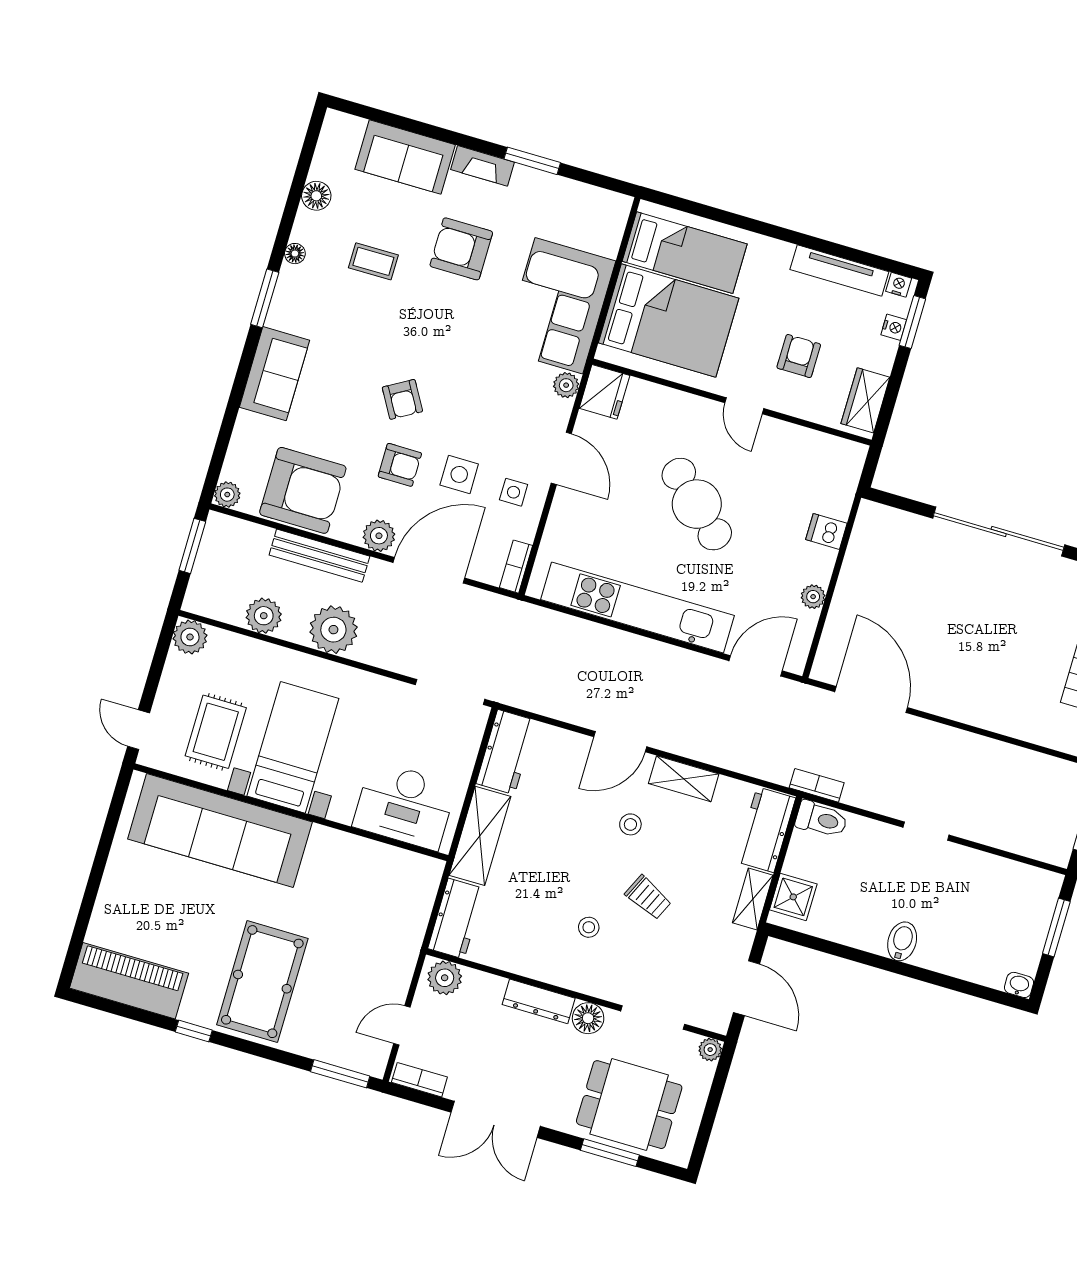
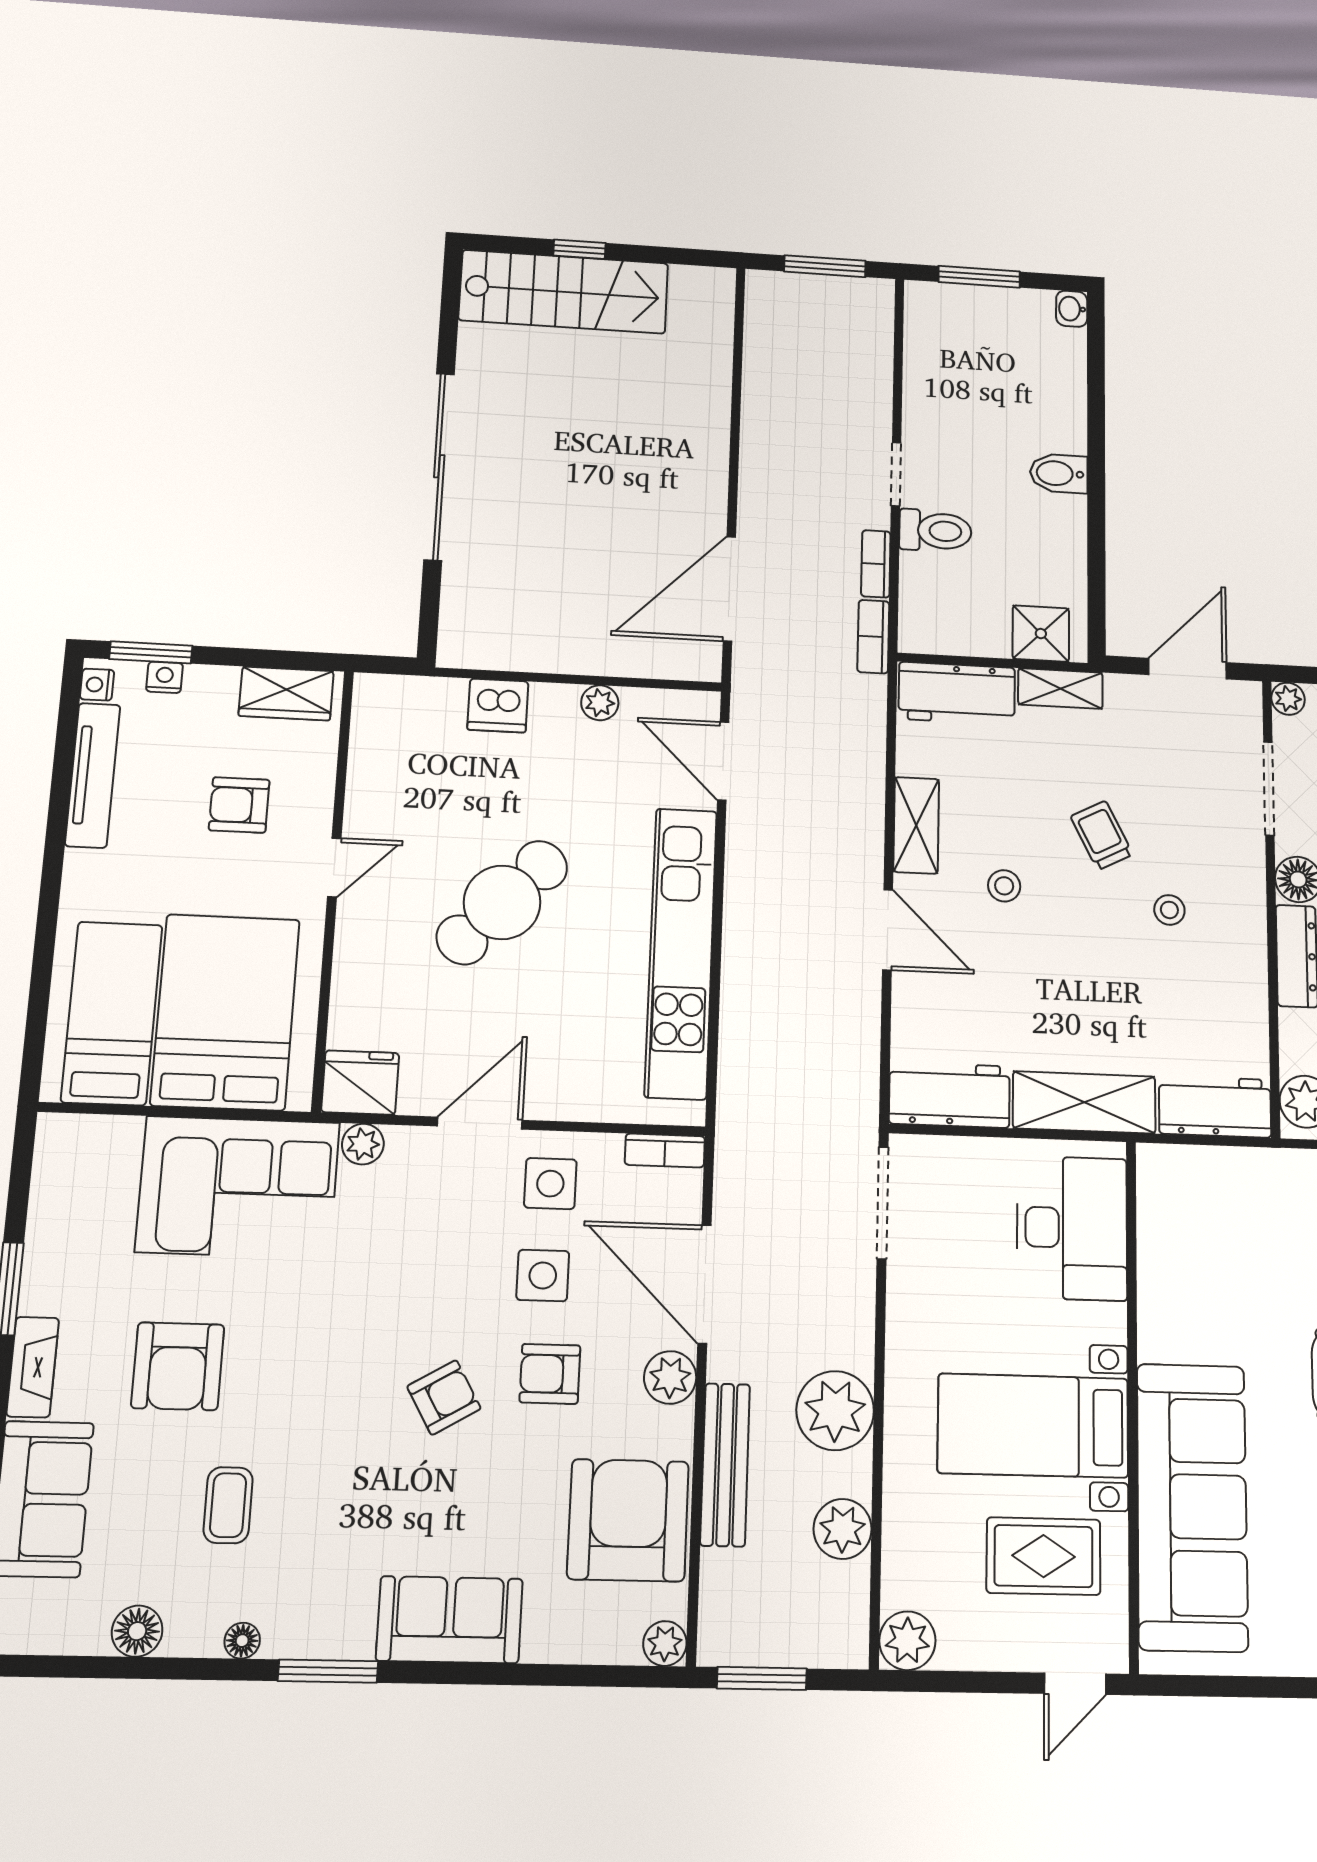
armchair: (400, 465) -> (550, 1374), turned -90
side table: (514, 492) -> (550, 1184), width x1.37, depth x1.37
dishwasher: (826, 531) -> (498, 706), width x1.38
bookcase: (866, 801) -> (876, 564), added
toilet: (821, 819) -> (935, 531), moved, turned 90
trolley: (648, 898) -> (1102, 835), turned -52

